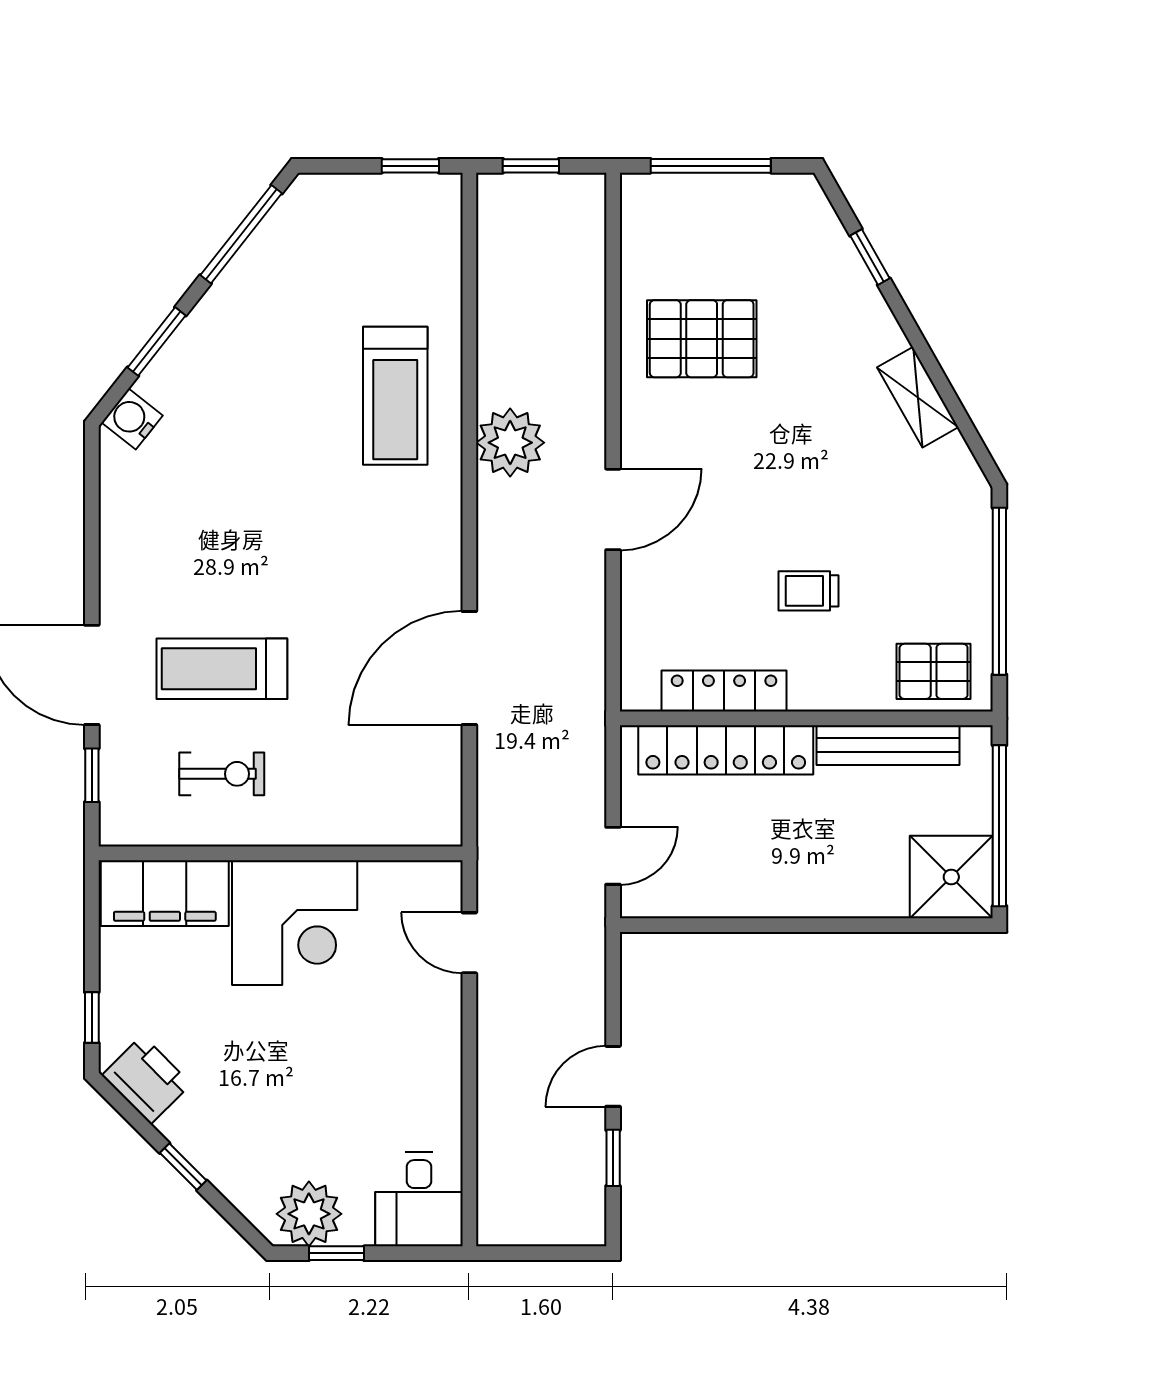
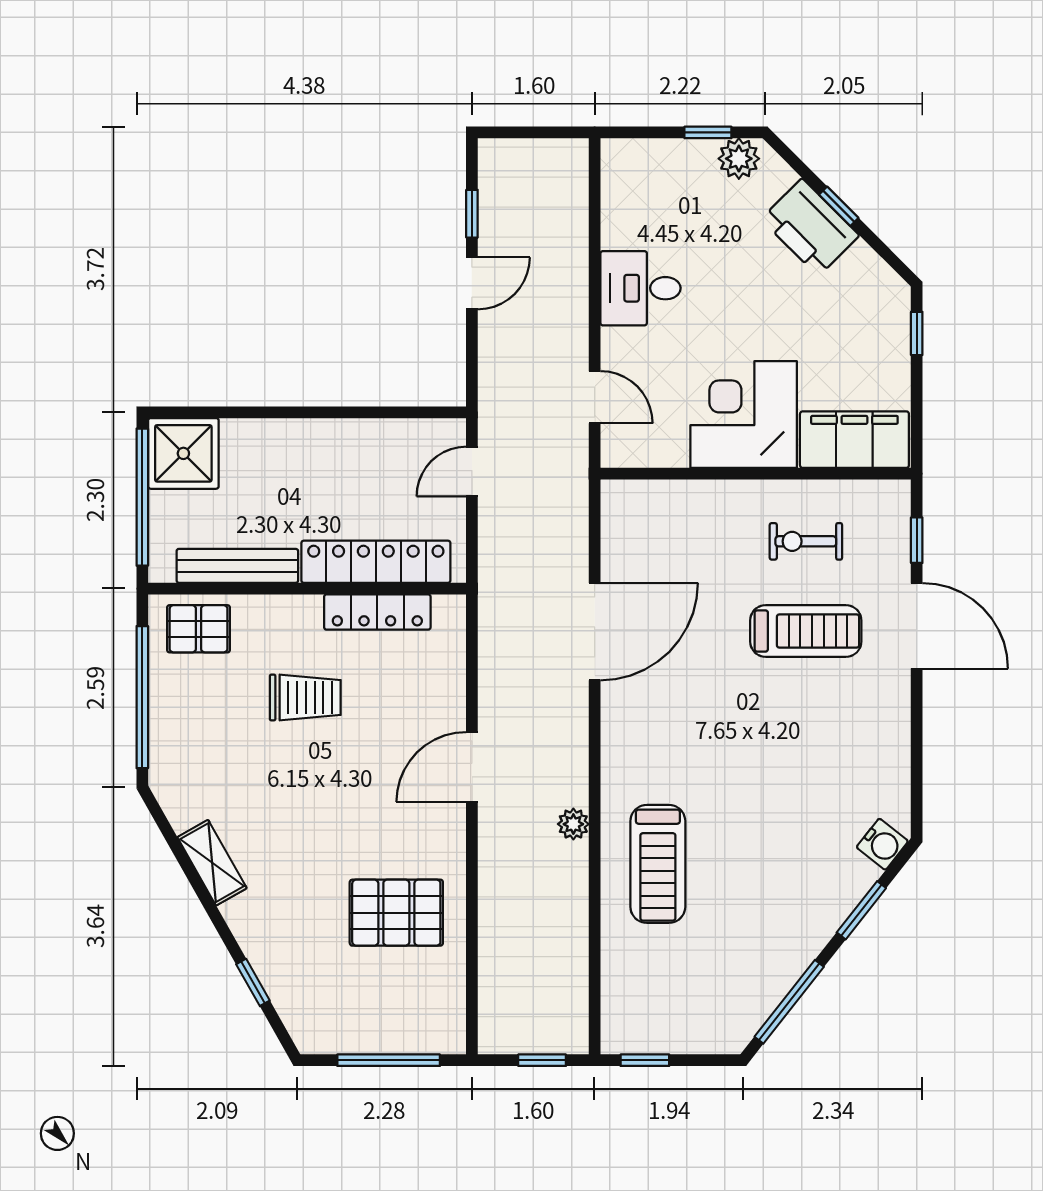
treadmill: (395, 396) -> (658, 864), turned 180
plant: (510, 443) -> (573, 824), width x0.53, depth x0.53
trolley: (808, 591) -> (305, 698), width x1.36, depth x1.39
printer: (146, 1080) -> (810, 227), moved, width x1.37, depth x1.19
desk: (419, 1199) -> (640, 288), moved, turned -90
plant: (309, 1214) -> (739, 159), width x0.73, depth x0.73

